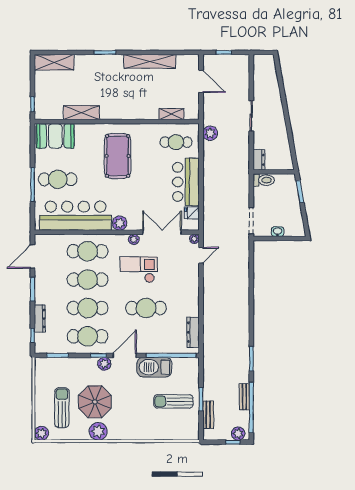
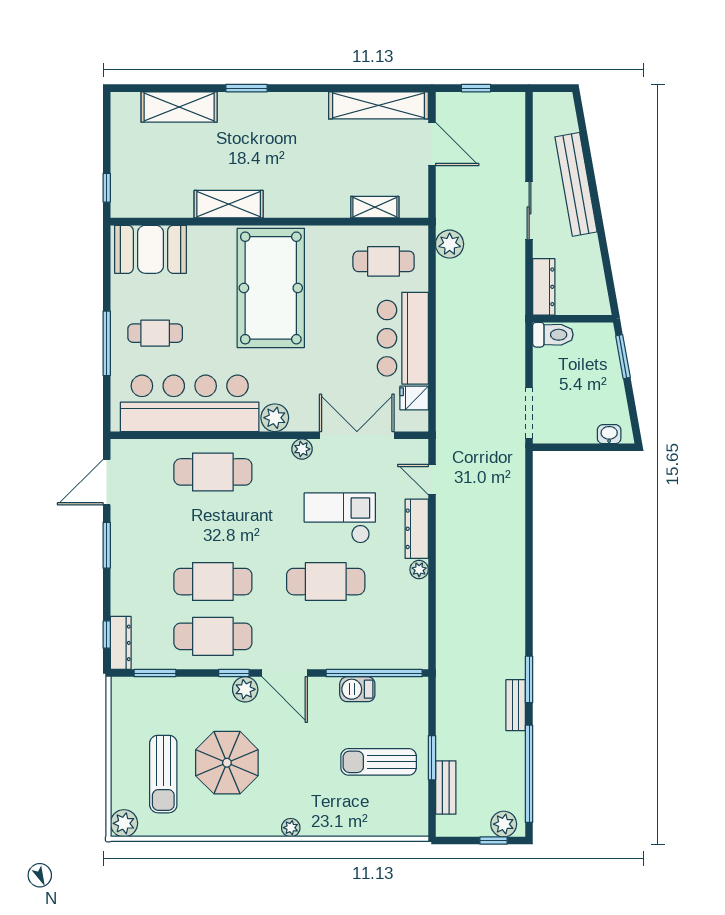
shelving: (150, 61) -> (378, 105), moved
shelving: (54, 62) -> (179, 107), moved
bench: (276, 102) -> (576, 184), added
shelving: (81, 113) -> (229, 204), moved
pool table: (118, 156) -> (271, 288), width x1.36, depth x1.32
dresser: (259, 160) -> (544, 287), width x1.44
cafe table: (58, 179) -> (155, 333), width x0.73, depth x0.74
washbasin: (278, 232) -> (609, 434), moved
plant: (194, 239) -> (419, 570), moved
door: (201, 255) -> (432, 480), swing flipped
checkout: (139, 270) -> (340, 518), moved
cafe table: (88, 280) -> (213, 527), removed
dresser: (40, 319) -> (121, 643), moved
dresser: (193, 332) -> (417, 529), moved
door: (125, 355) -> (285, 673), swing flipped
barbecue: (154, 367) -> (357, 689), width x0.53, depth x0.65
bench: (244, 397) -> (516, 705), moved
sun lounger: (62, 408) -> (163, 774), turned 180
plant: (98, 431) -> (291, 828), moved, width x0.53, depth x0.53

